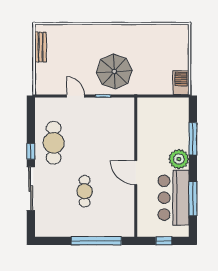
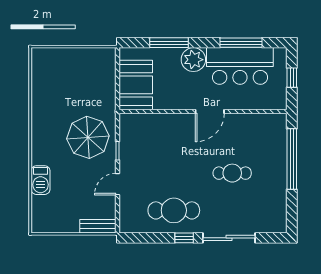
bench: (40, 47) -> (98, 226), moved
barbecue: (181, 83) -> (41, 180), moved, turned -90
booth: (158, 111) -> (136, 85), added

